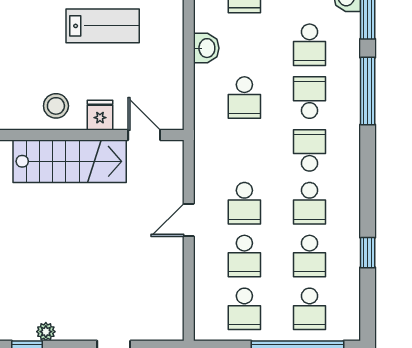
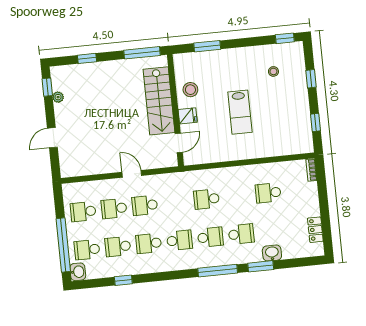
school desk: (310, 45) -> (241, 234), turned 180
washbasin: (206, 48) -> (78, 272), moved, turned -90

